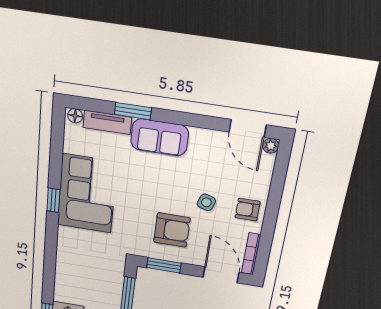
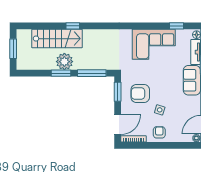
window: (53, 200) -> (176, 26), moved
armchair: (172, 230) -> (140, 93), turned 90

